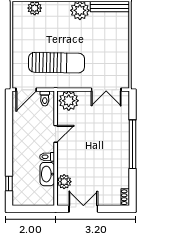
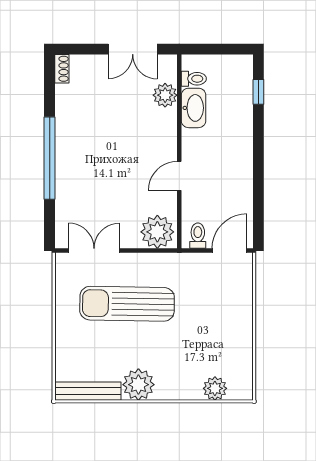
sun lounger: (56, 63) -> (127, 304), moved
toilet: (47, 157) -> (194, 79), moved

